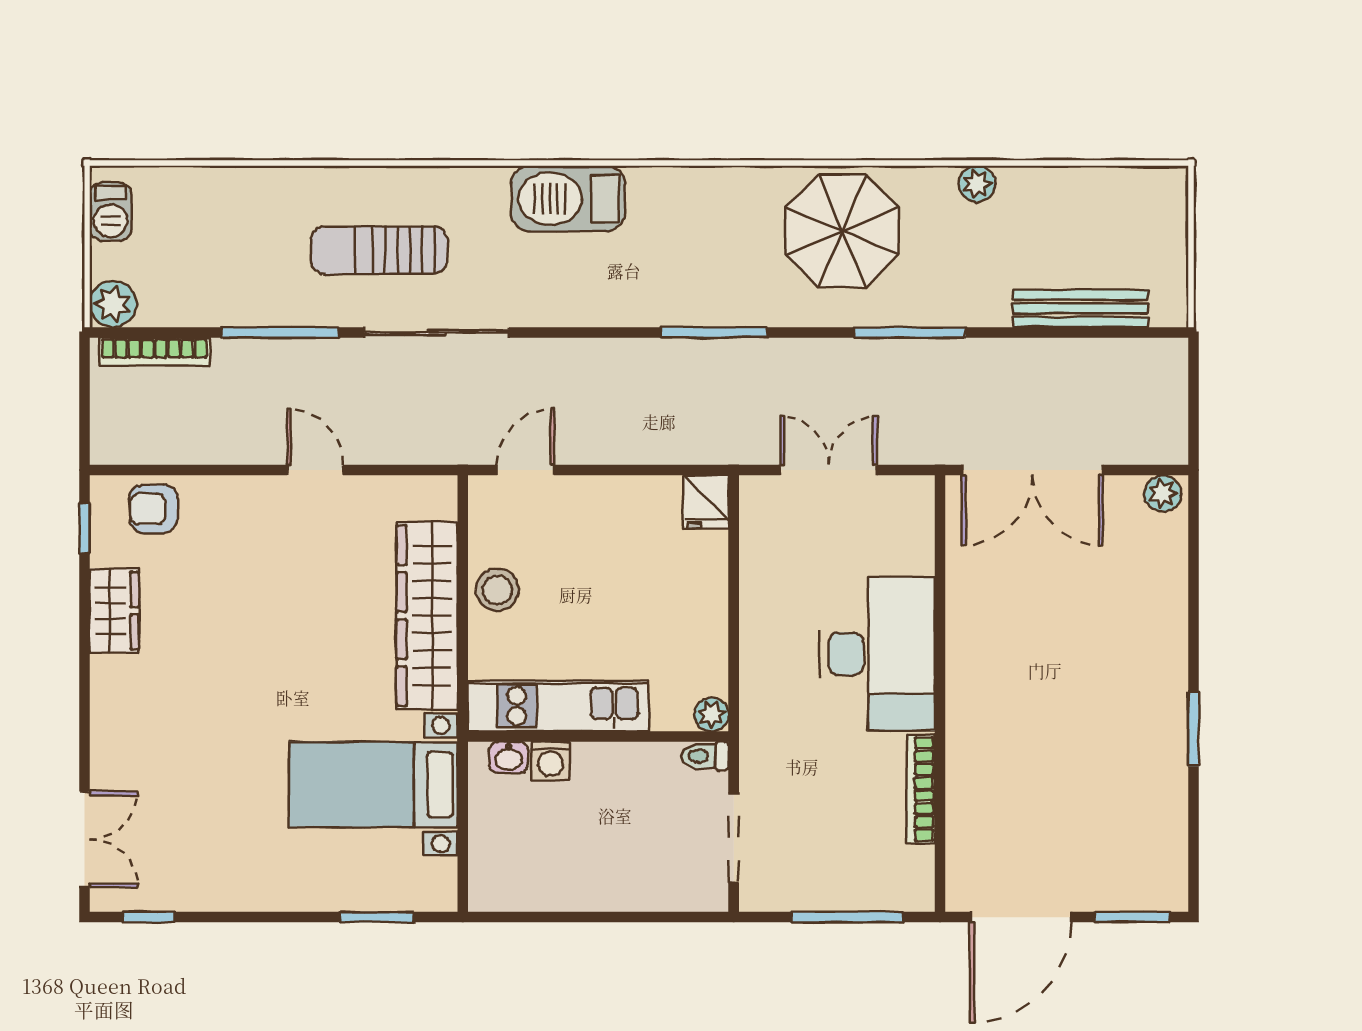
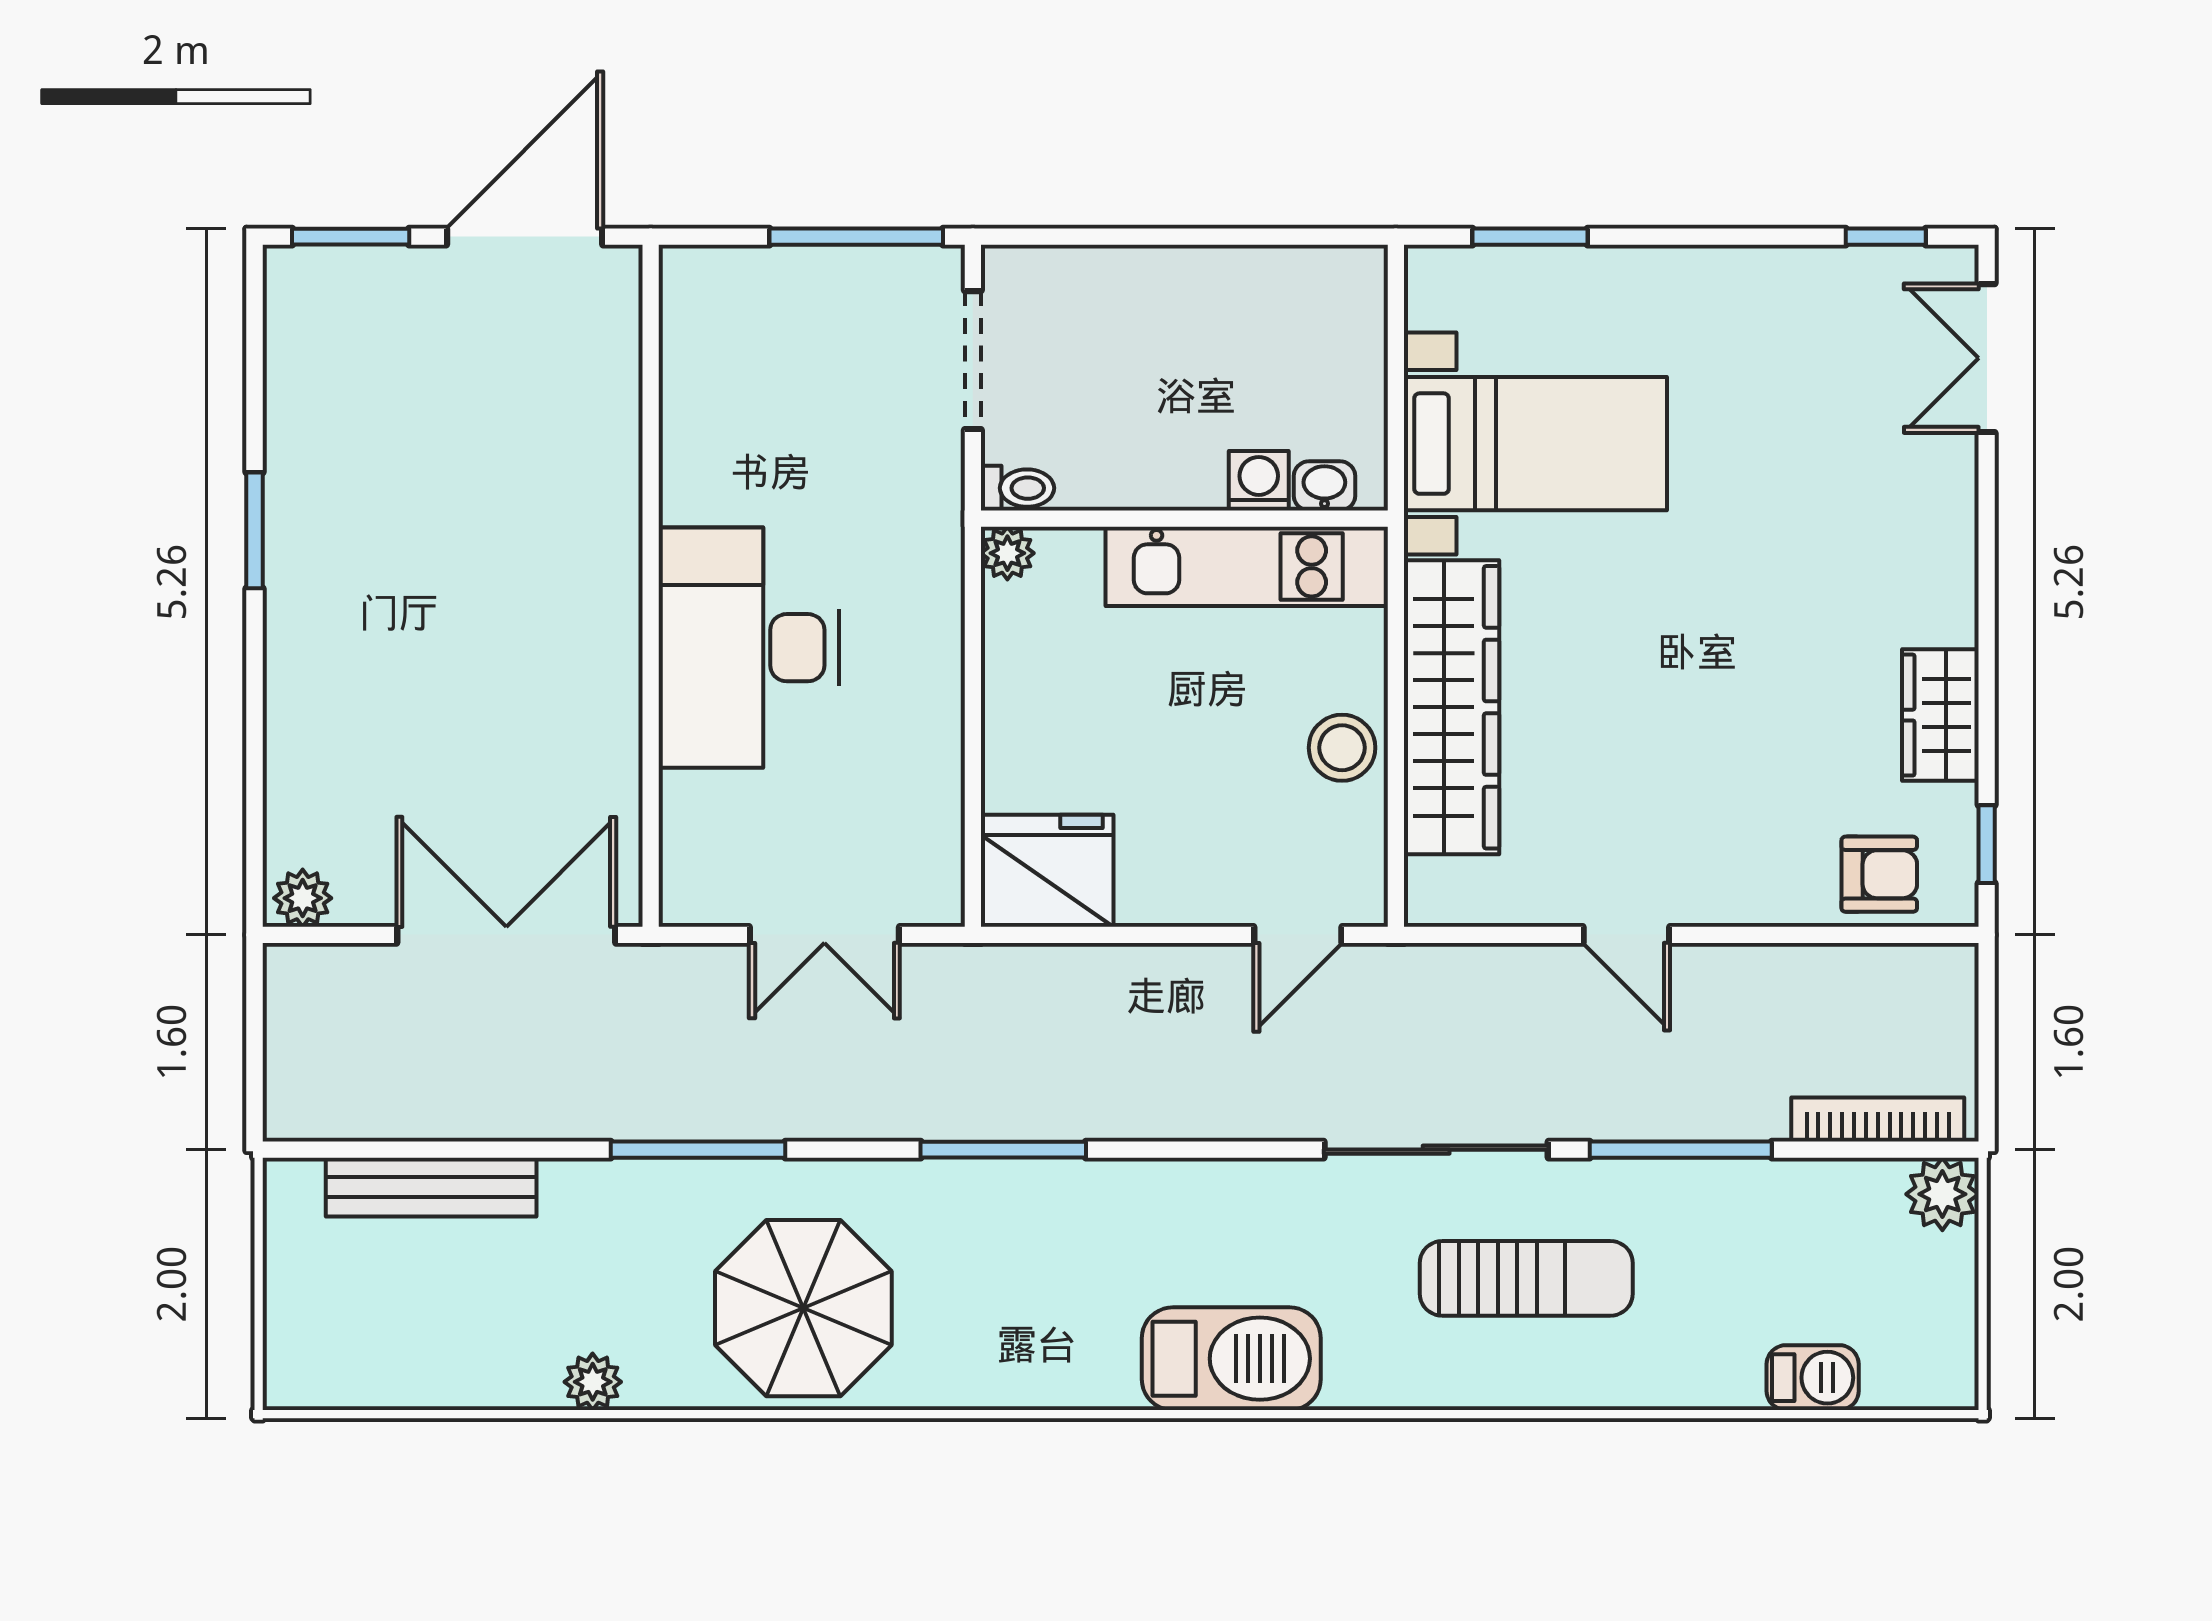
barbecue: (111, 211) -> (1813, 1378), moved, turned 90
fridge: (706, 502) -> (1047, 871), width x1.88, depth x1.34
bookcase: (921, 789) -> (681, 436), removed
window: (847, 917) -> (856, 237), moved

